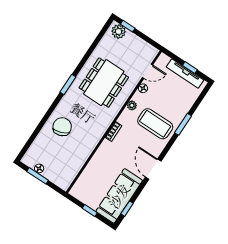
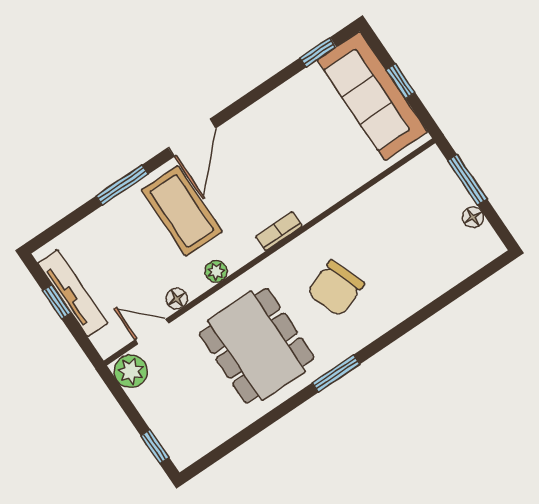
plant: (119, 32) -> (131, 371), moved
dining table: (104, 83) -> (257, 346), turned 90
chair: (62, 127) -> (336, 288), moved
door: (153, 169) -> (192, 138), moved
window: (38, 176) -> (467, 180), moved
sofa: (119, 196) -> (372, 96), moved, turned 90

